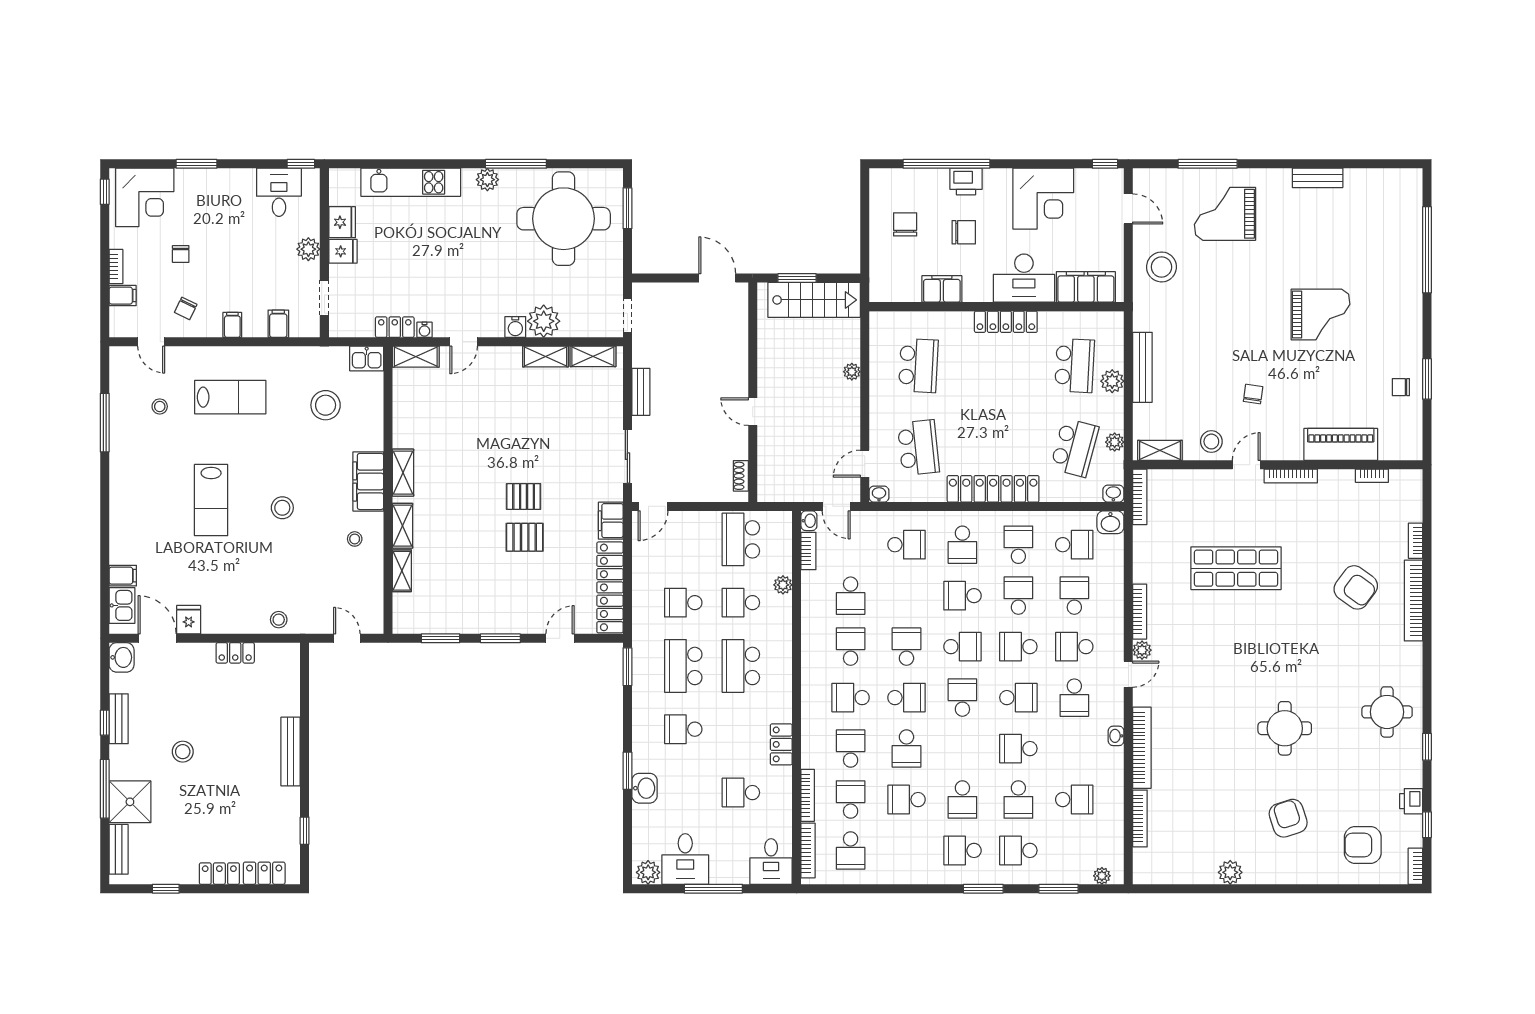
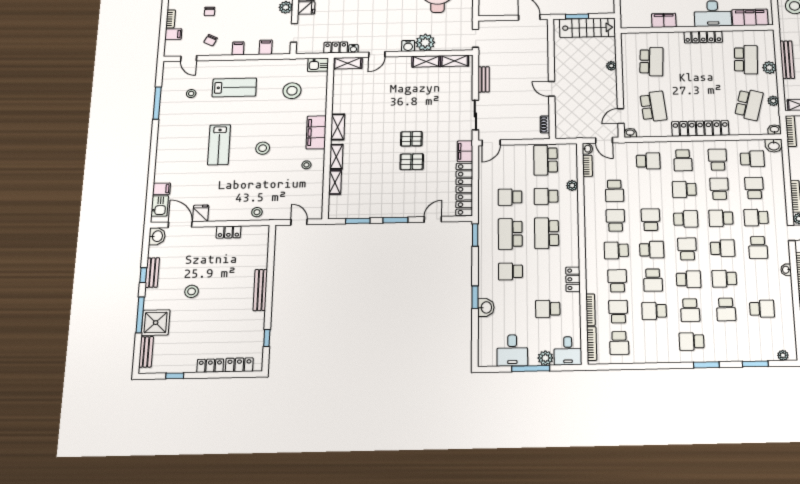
school desk: (1018, 850) -> (689, 279), moved, turned 180
plant: (648, 872) -> (545, 358), moved

